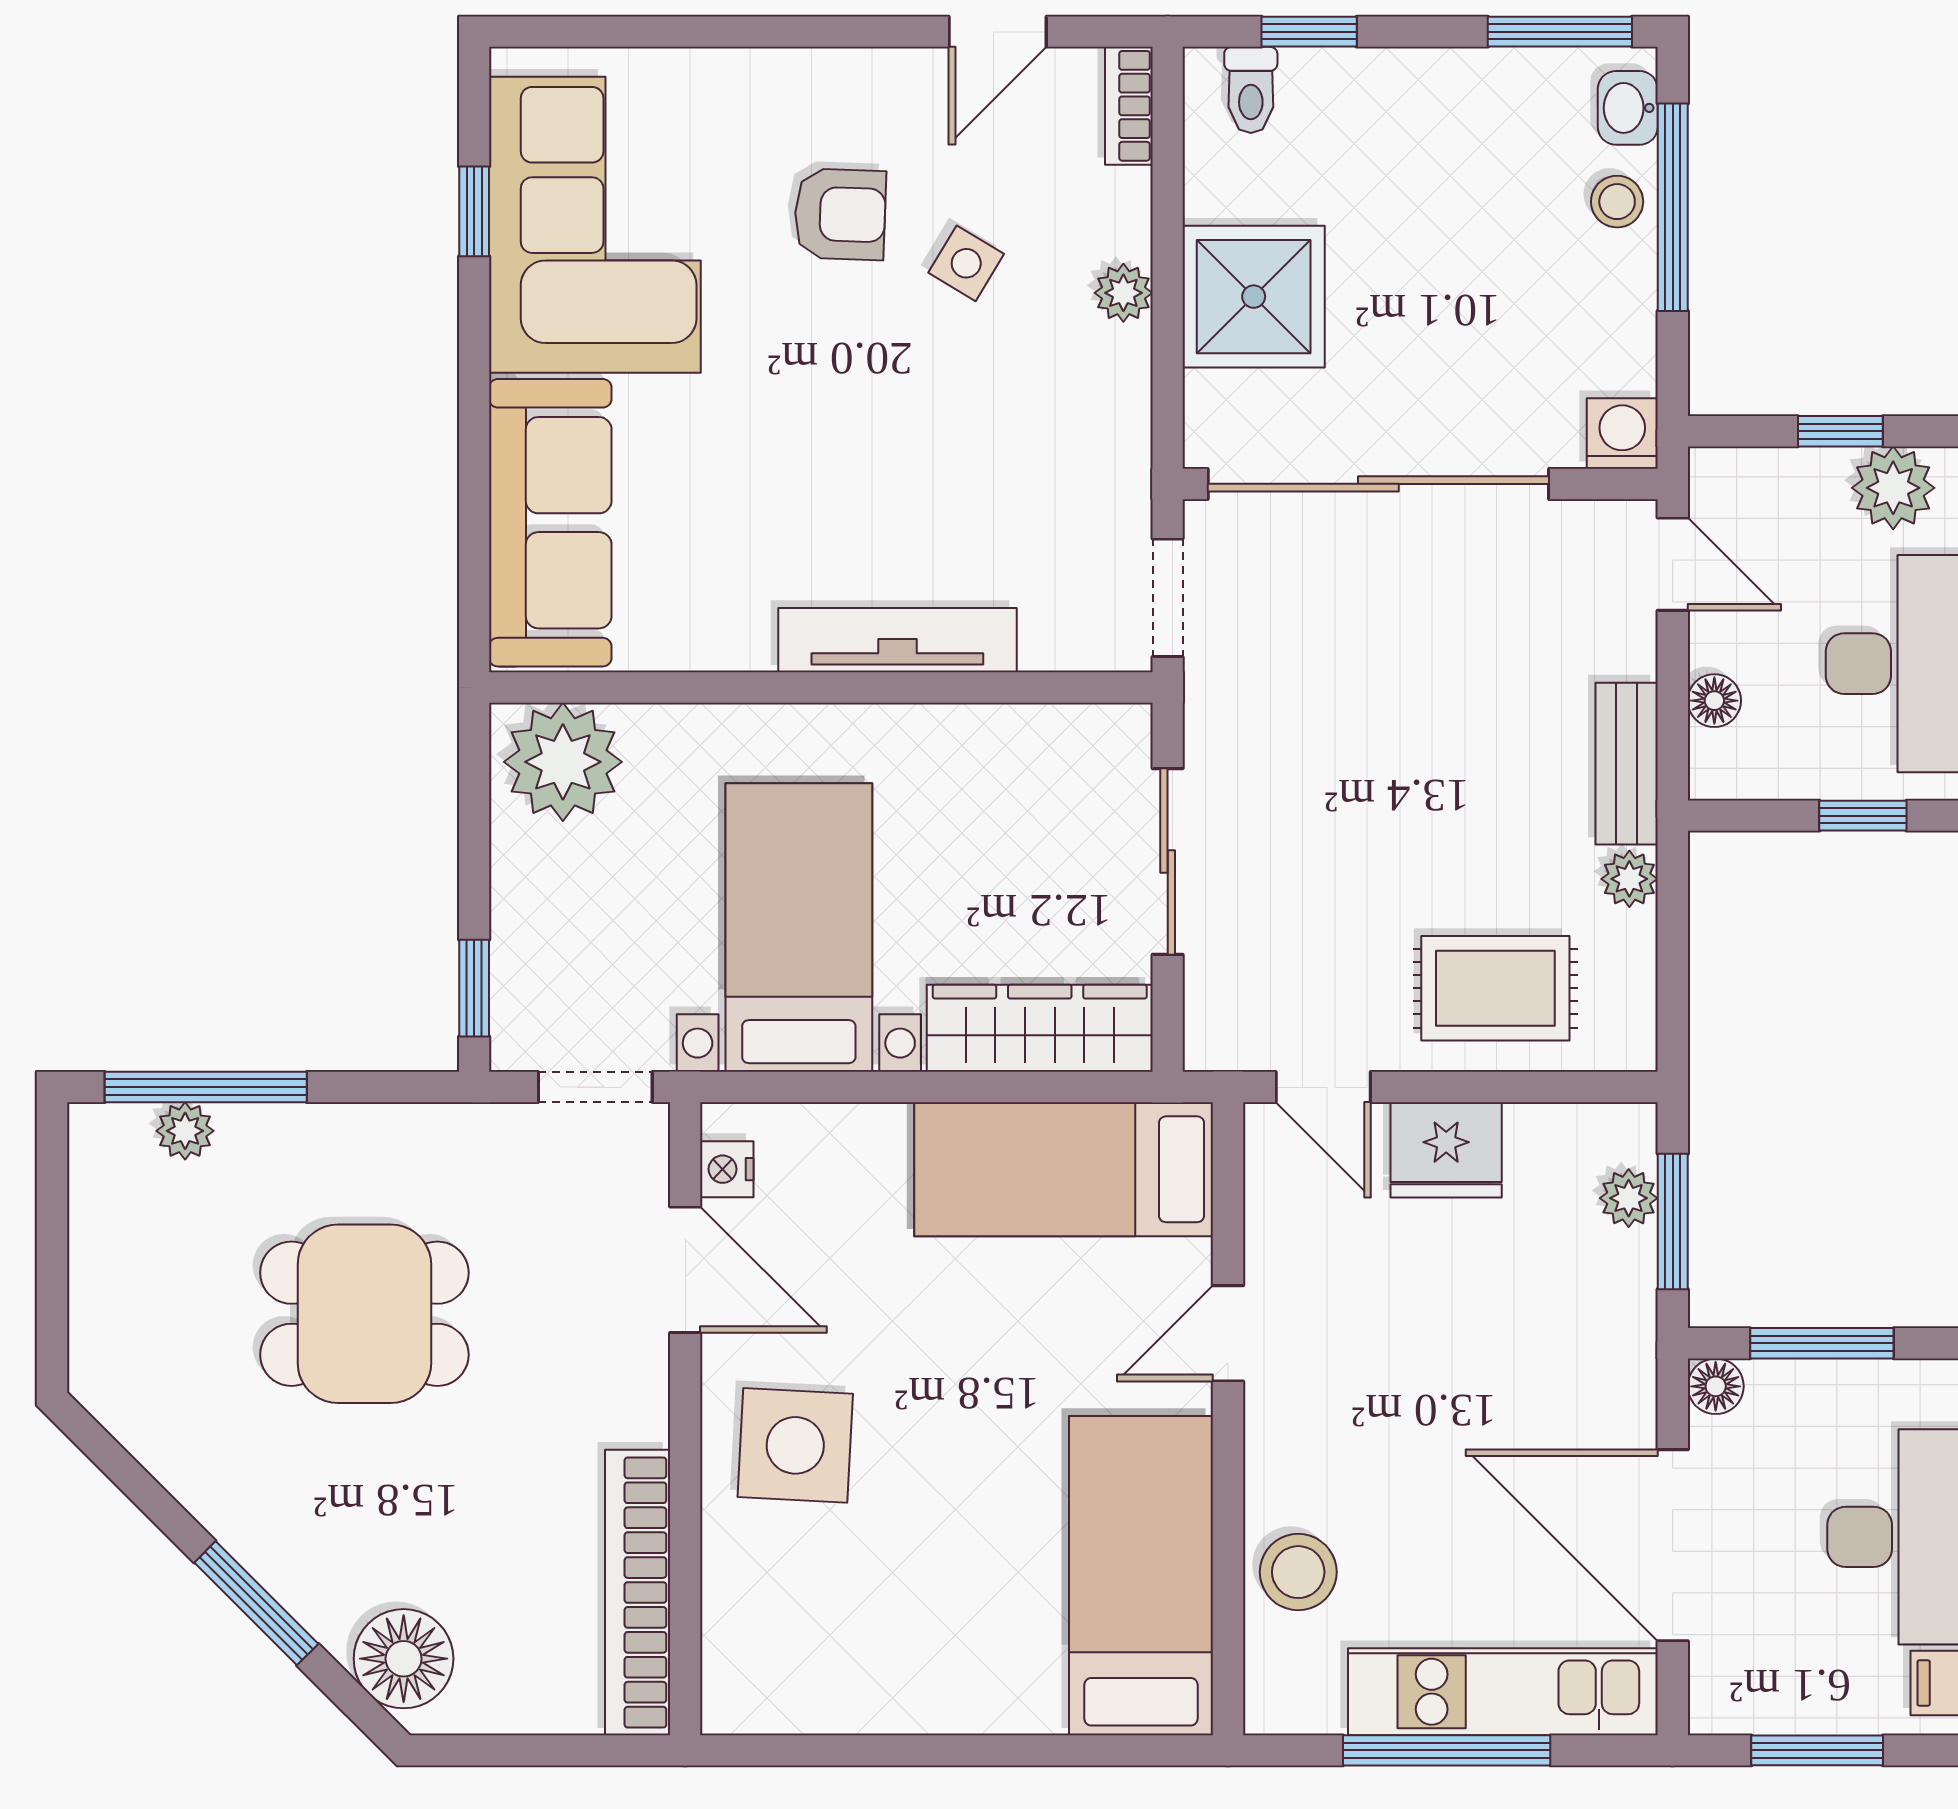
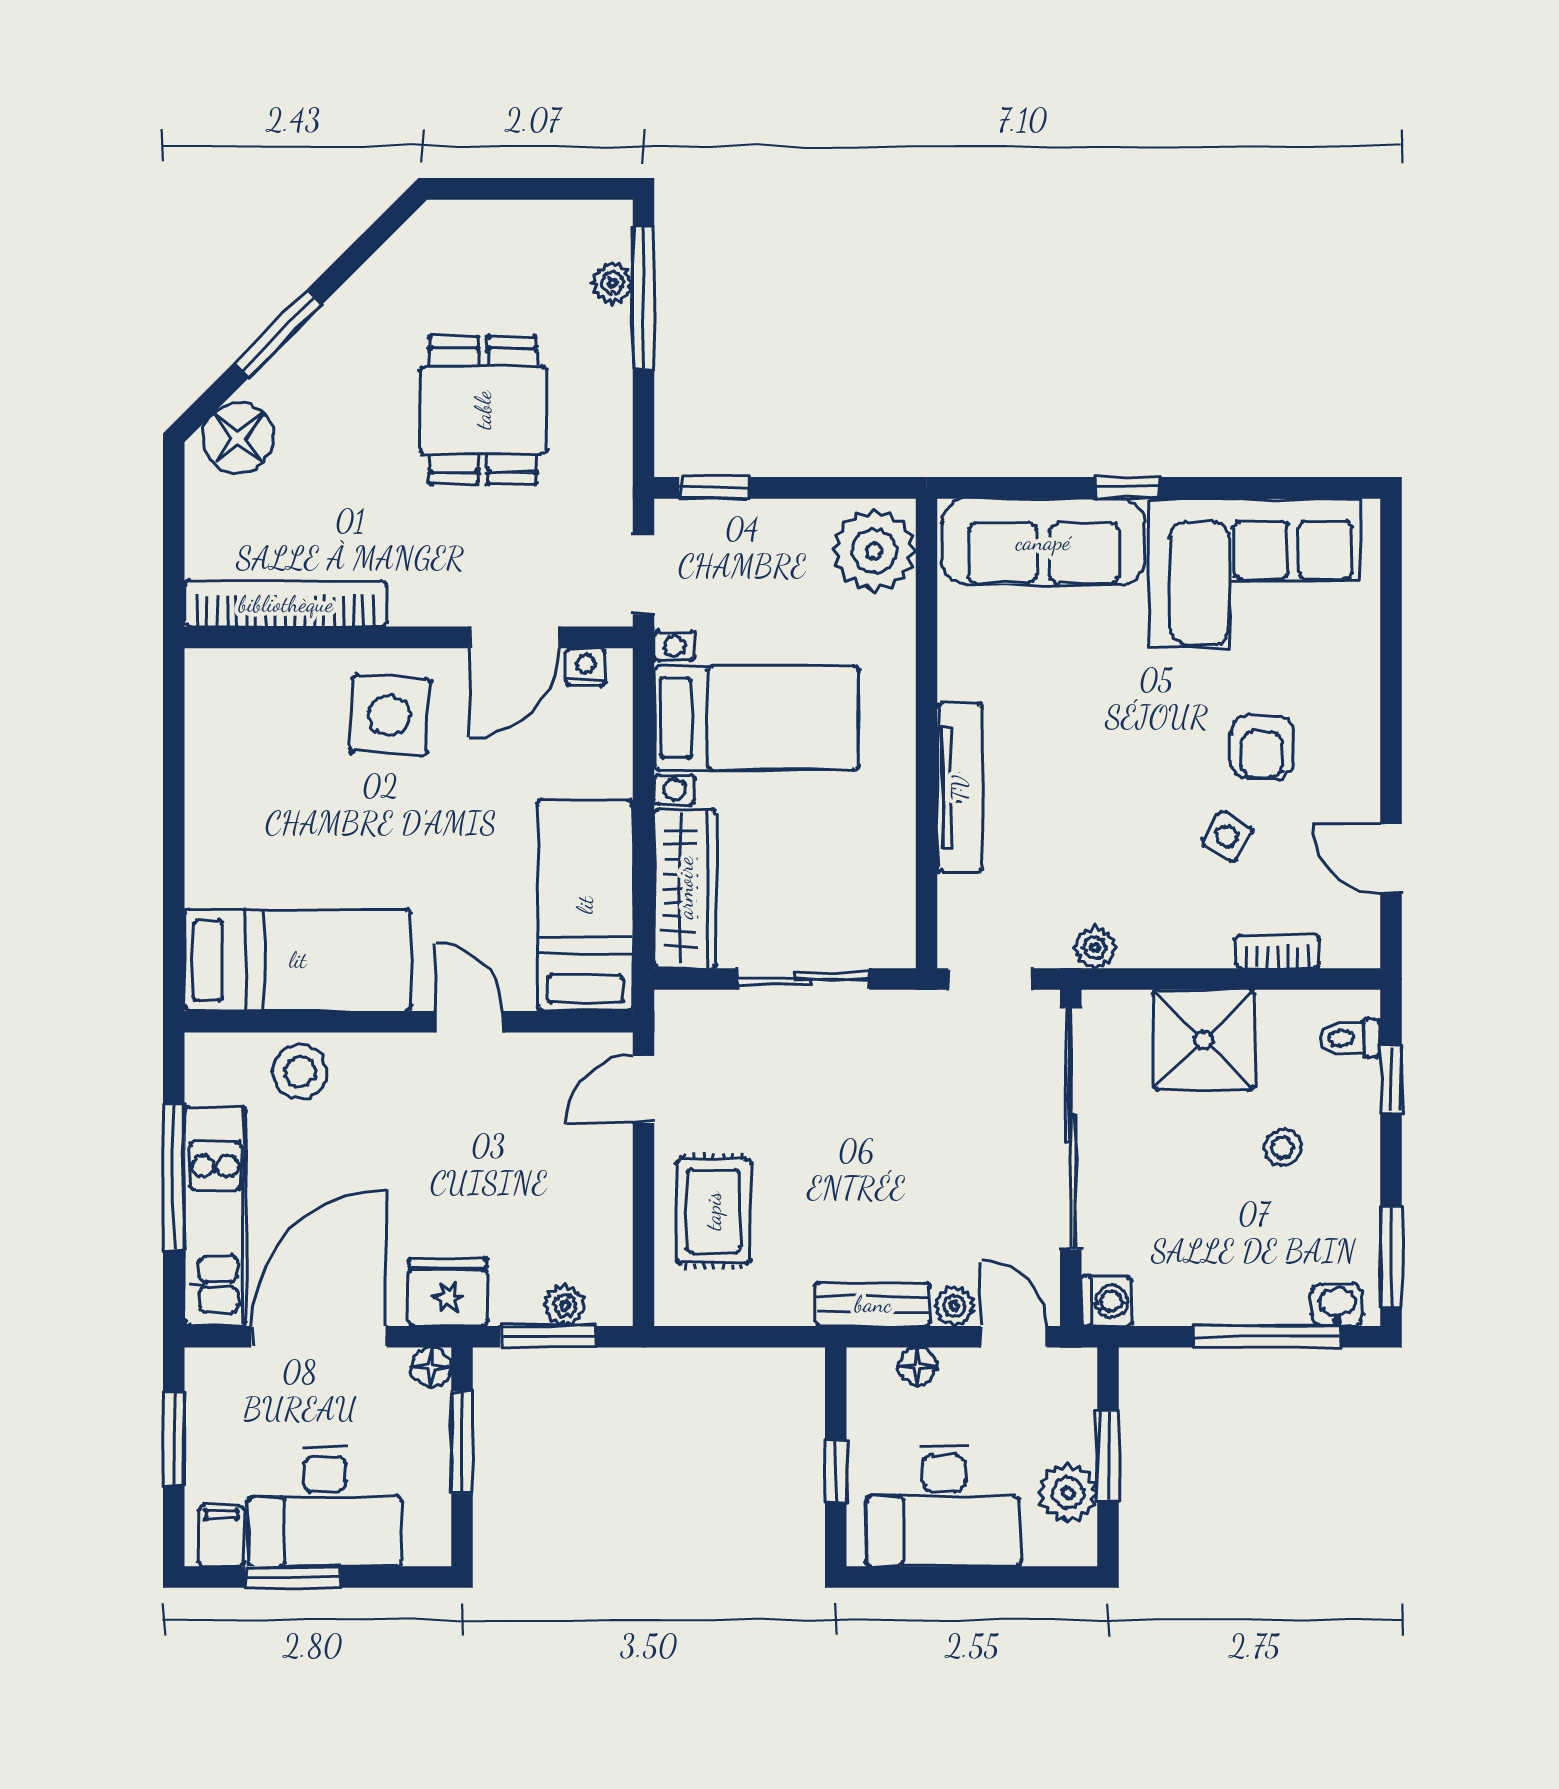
bookcase: (1129, 106) -> (1277, 952), moved
stool: (1617, 202) -> (1282, 1148), moved
window: (474, 211) -> (1127, 488), moved
plant: (1123, 293) -> (1095, 948), moved
window: (1840, 431) -> (1108, 1456), width x1.50
door: (1673, 564) -> (1014, 1337), swing flipped
plant: (1629, 879) -> (954, 1306), moved
fridge: (1446, 1150) -> (448, 1292), moved, turned 90

